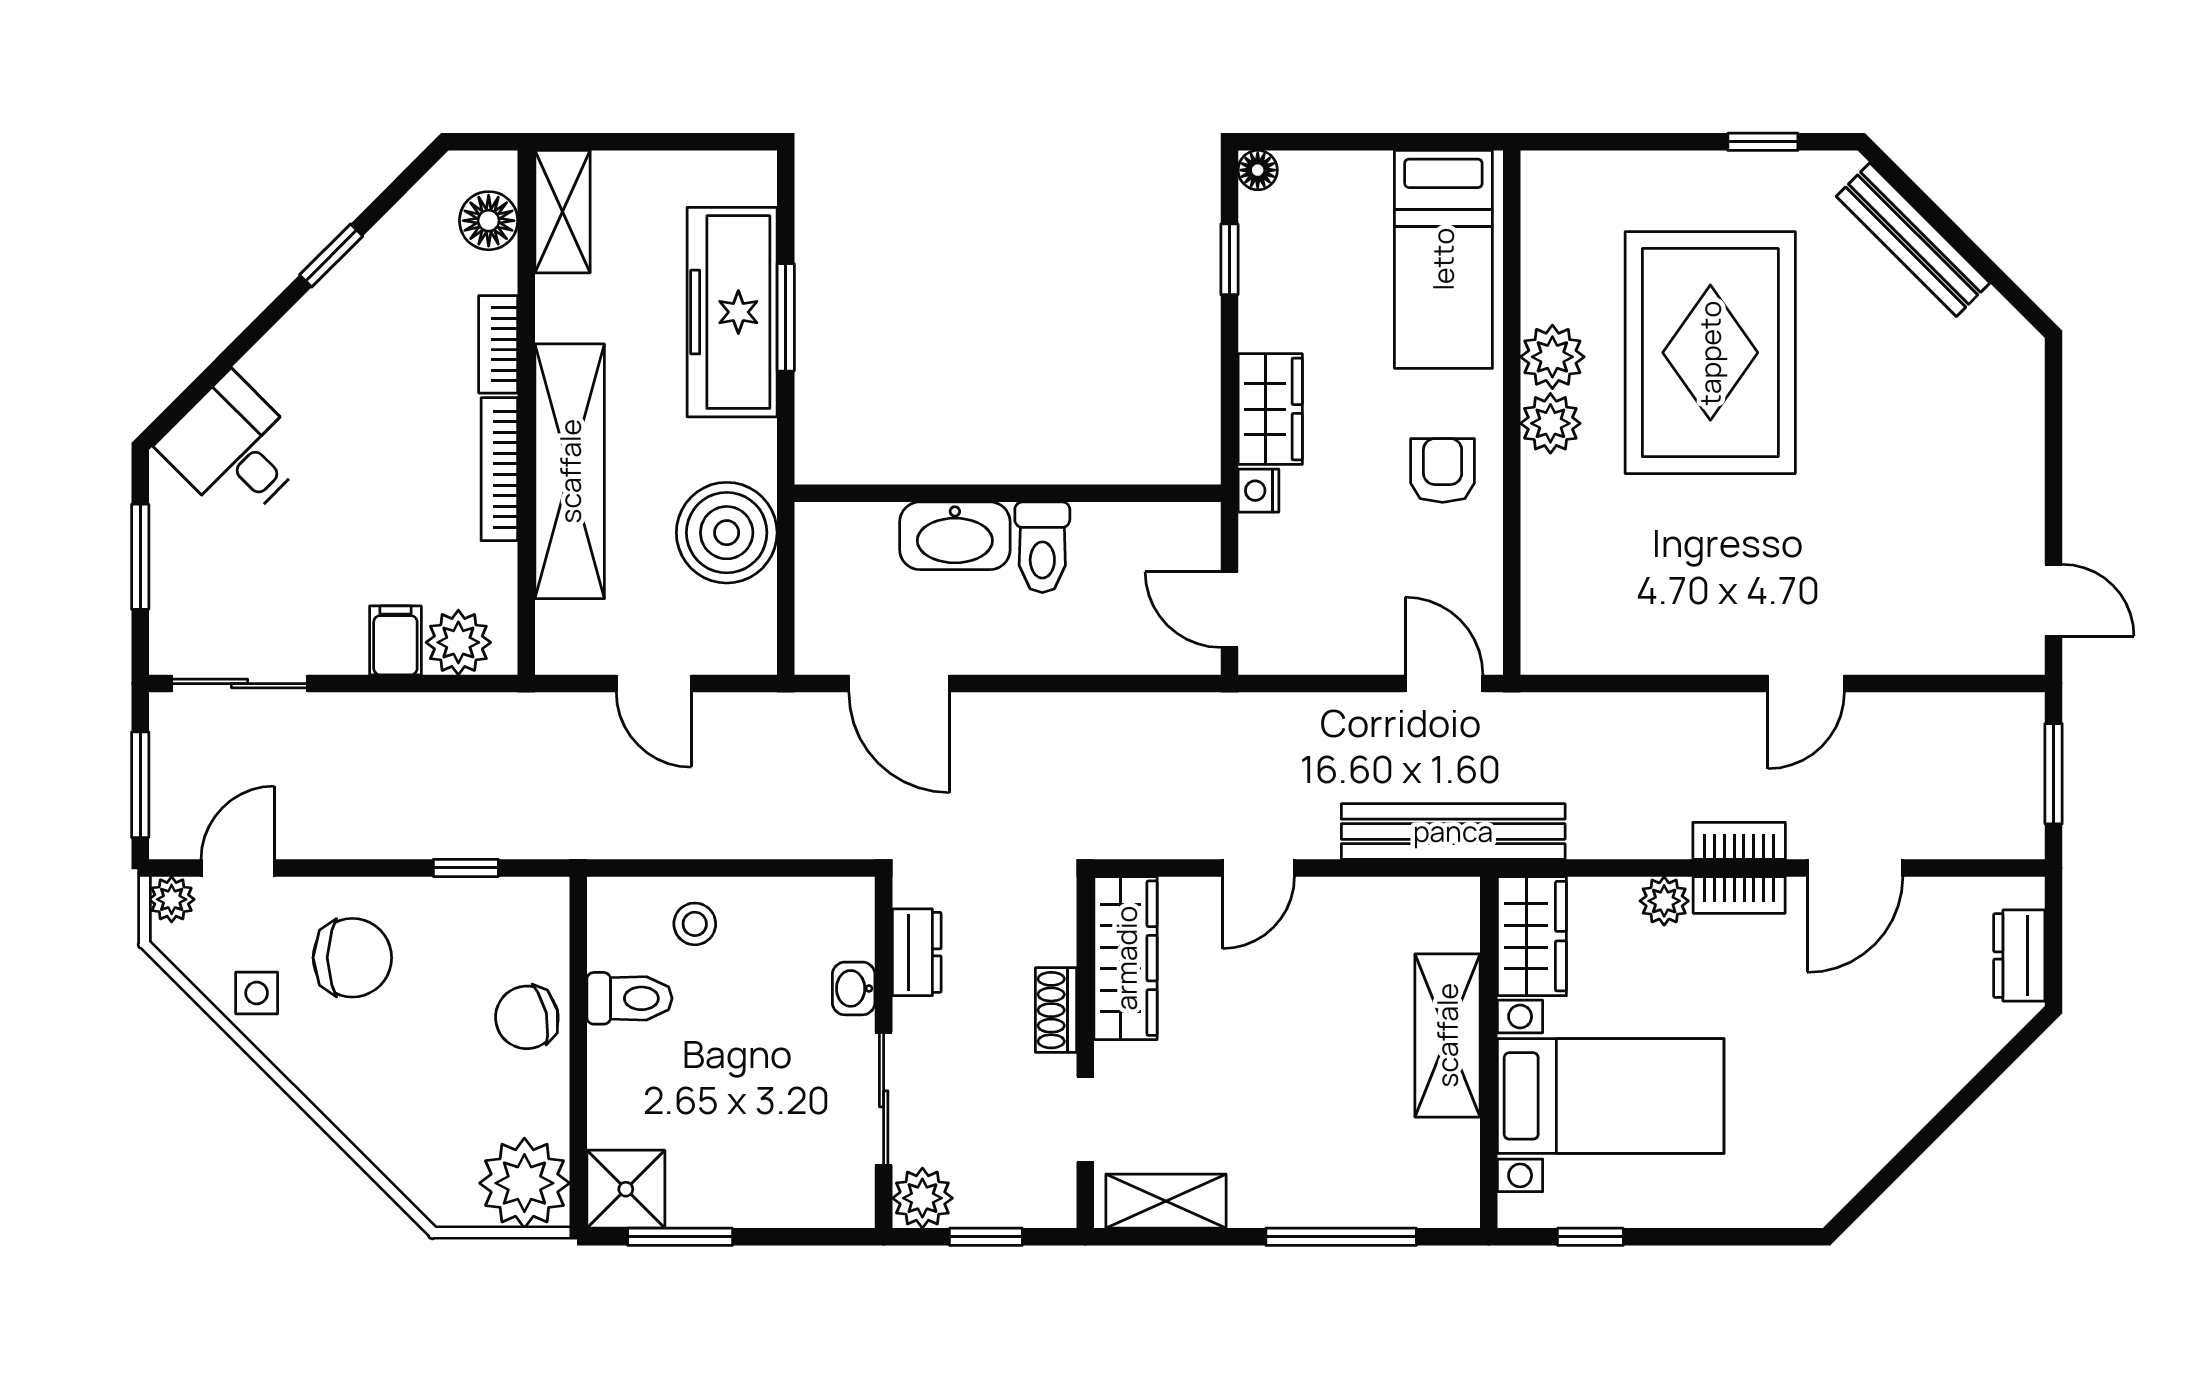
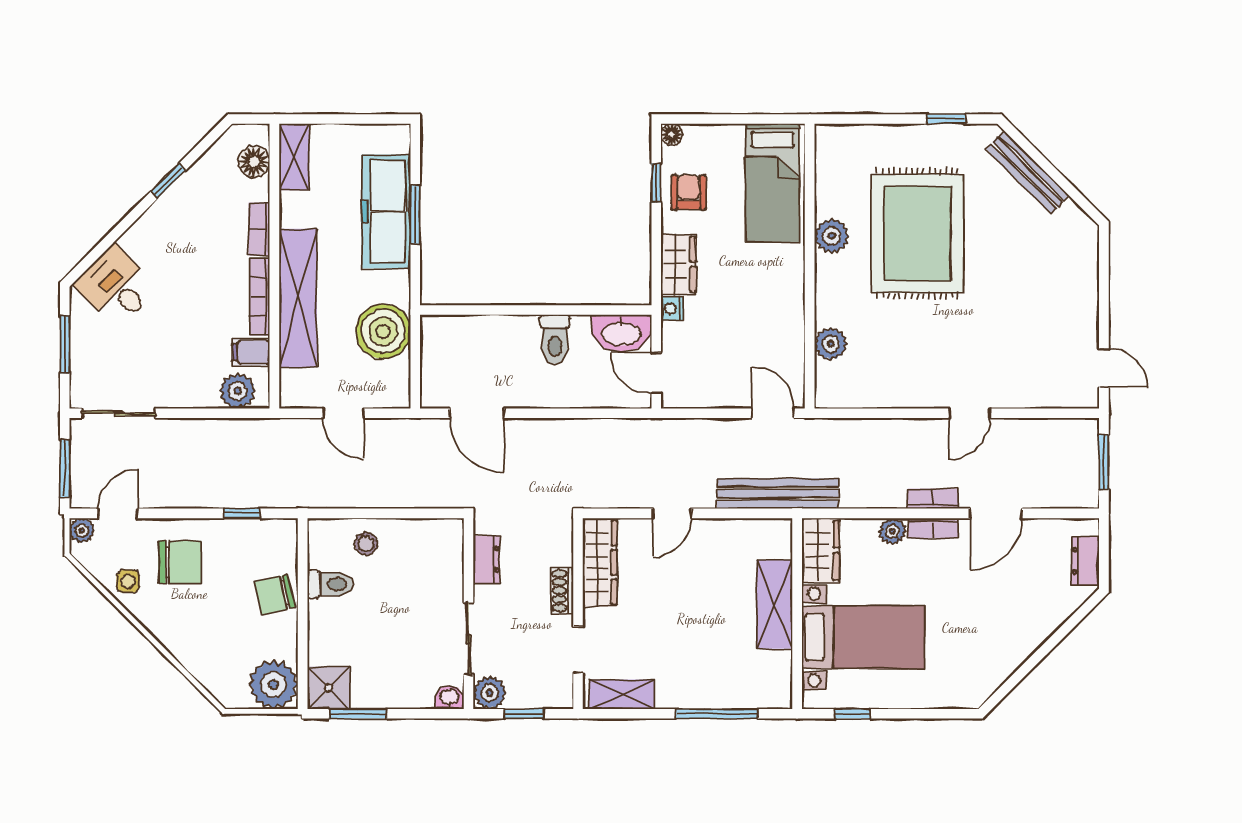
plant: (1550, 423) -> (831, 344), moved
armchair: (1443, 470) -> (689, 192), moved
washbasin: (955, 536) -> (622, 333), moved
filing cabinet: (395, 640) -> (251, 352), moved, turned -90
washbasin: (854, 988) -> (449, 697), moved, turned 90

